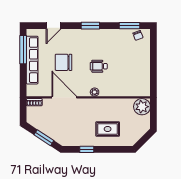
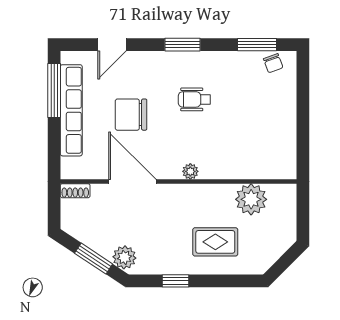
wheelchair: (99, 66) -> (194, 99), moved
plant: (142, 107) -> (251, 199), moved
plant: (60, 137) -> (124, 257), added

